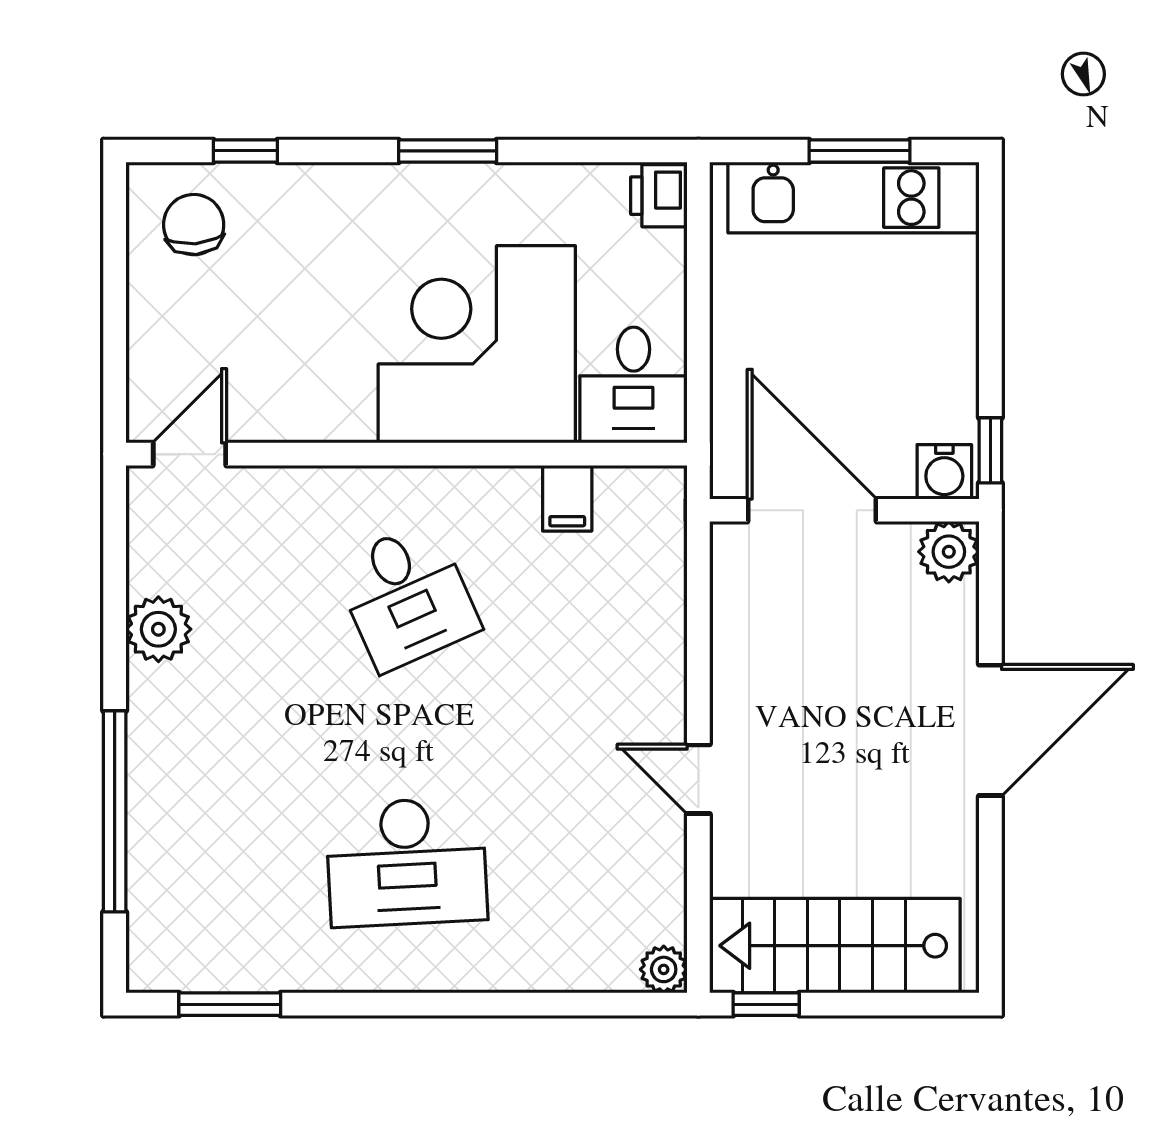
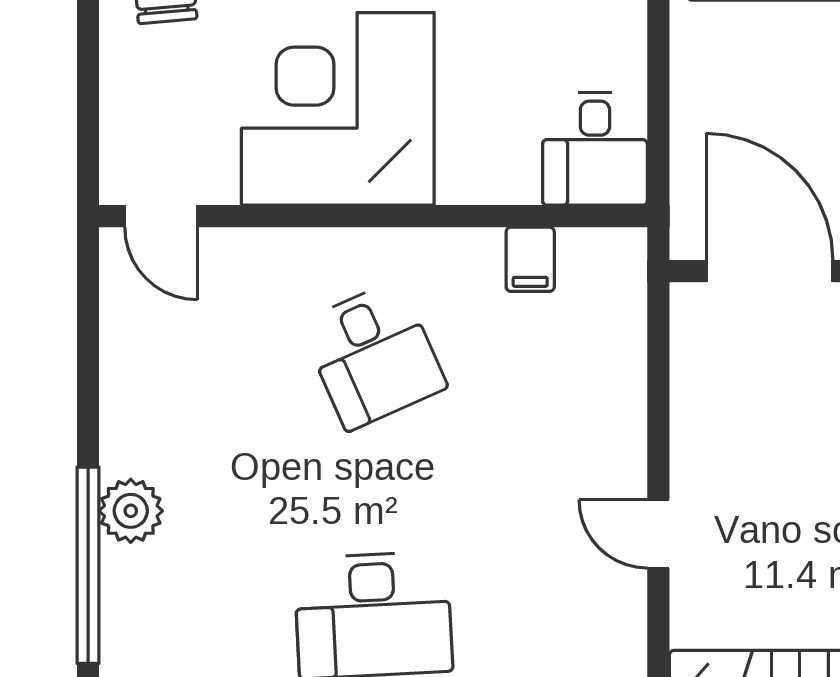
corner desk: (477, 344) -> (338, 109), moved
door: (189, 454) -> (161, 216), swing flipped
plant: (158, 629) -> (131, 511), moved

